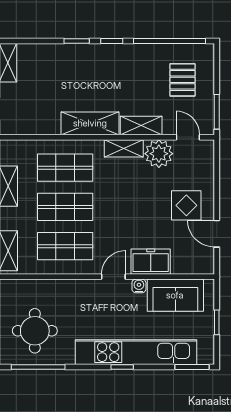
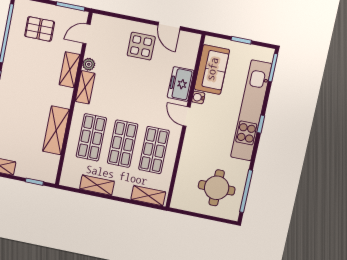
shelving: (90, 123) -> (56, 130), moved
plant: (159, 154) -> (89, 64), width x0.53, depth x0.53
door: (217, 234) -> (169, 26), hinge flipped

